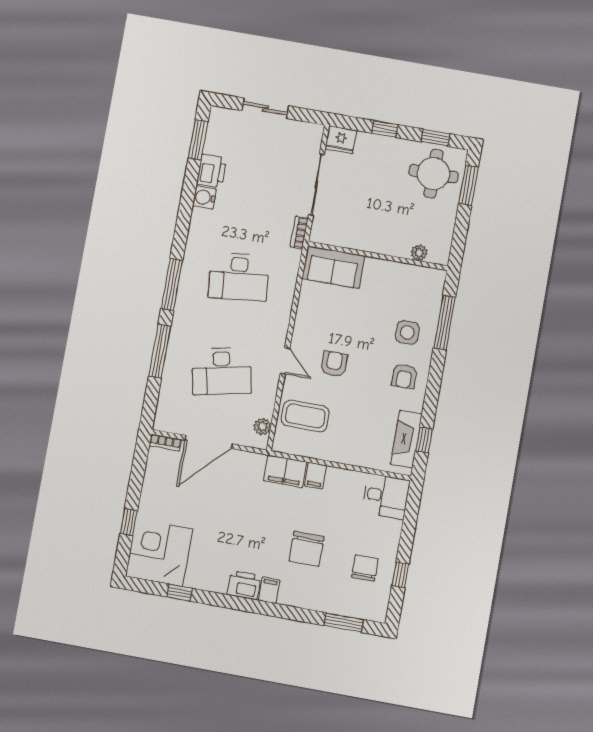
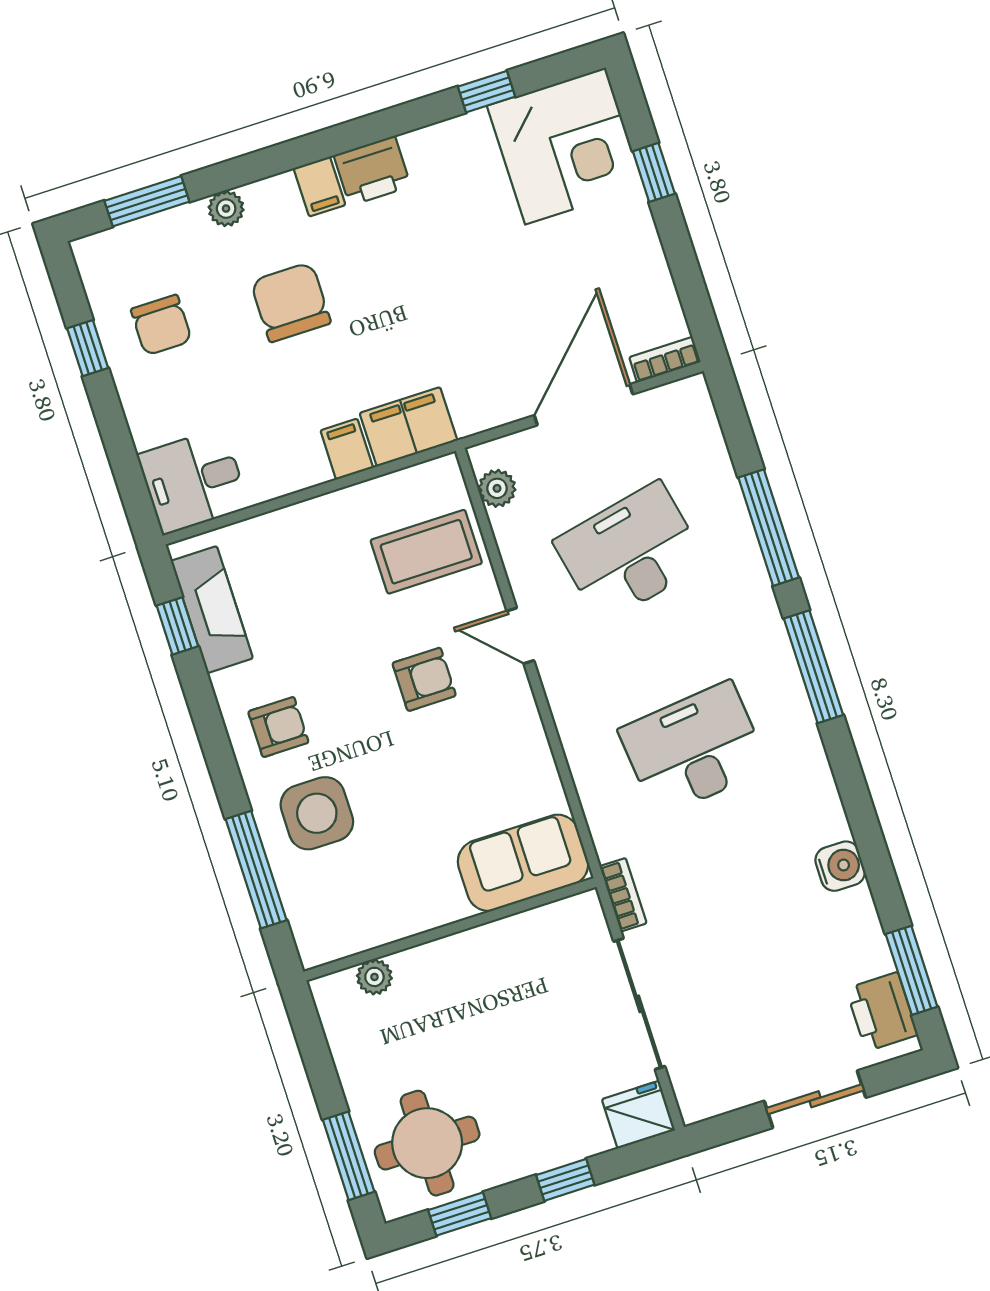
printer: (212, 171) -> (882, 1012), moved
side table: (407, 332) -> (317, 813), width x1.37, depth x1.37
armchair: (334, 364) -> (424, 679), turned -90
armchair: (404, 376) -> (278, 727), turned 90
plant: (313, 602) -> (226, 209), added

